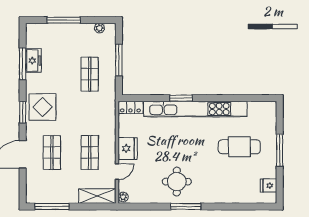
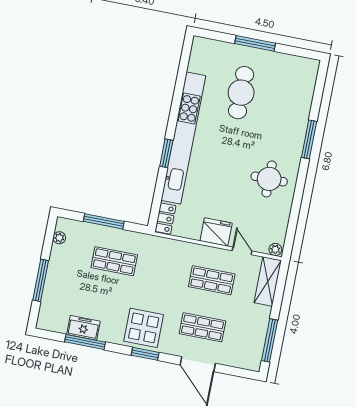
fridge: (268, 186) -> (296, 66), removed
window: (186, 207) -> (309, 139), moved

